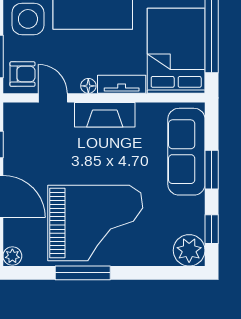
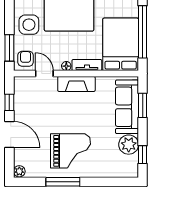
armchair: (22, 74) -> (26, 59), turned -90
window: (212, 170) -> (143, 105), moved
grand piano: (95, 223) -> (71, 151), width x0.73, depth x0.68
plant: (189, 250) -> (129, 145), moved

